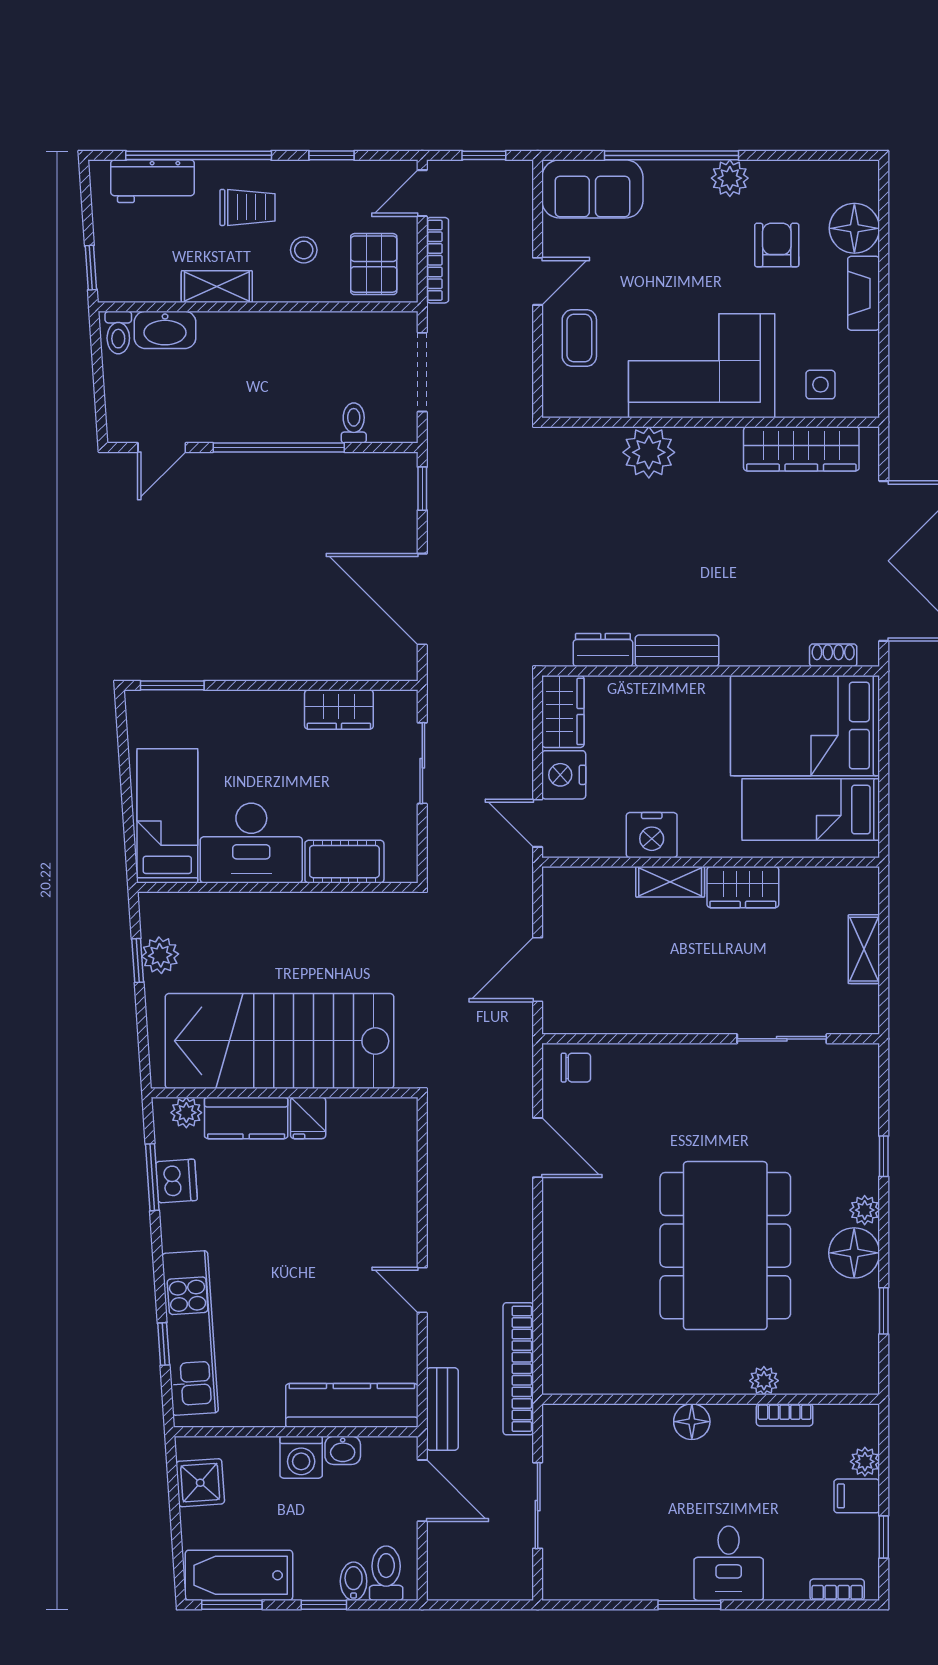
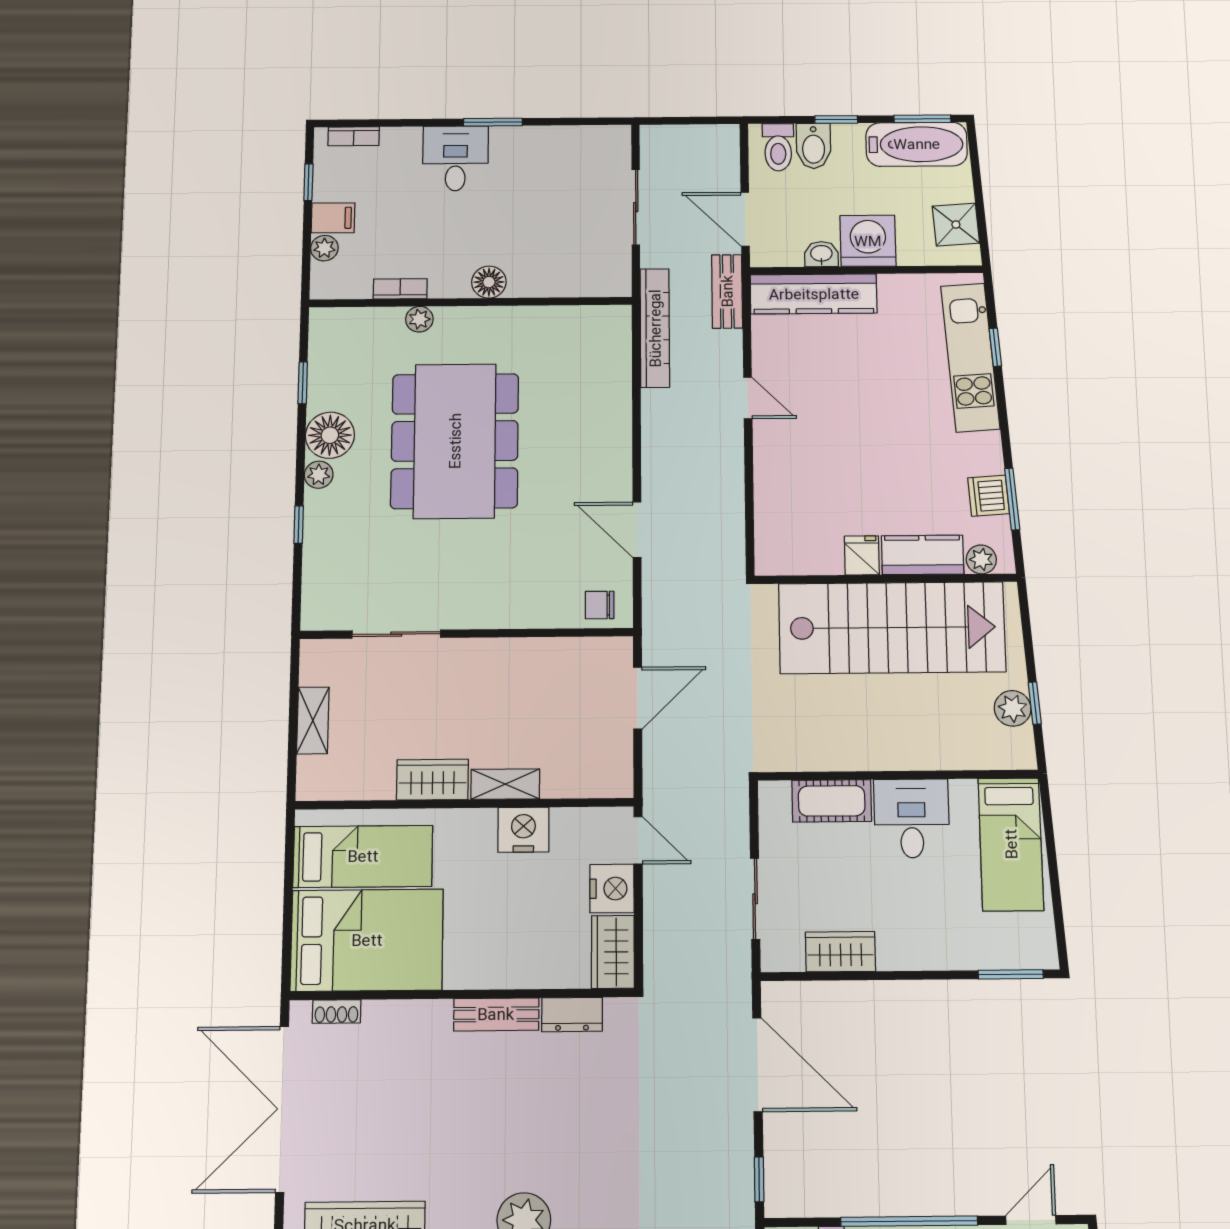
desk: (251, 843) -> (912, 818), width x0.73
washing machine: (301, 1457) -> (868, 241), width x1.37, depth x1.37
bidet: (354, 1581) -> (814, 146), width x1.38, depth x1.36

